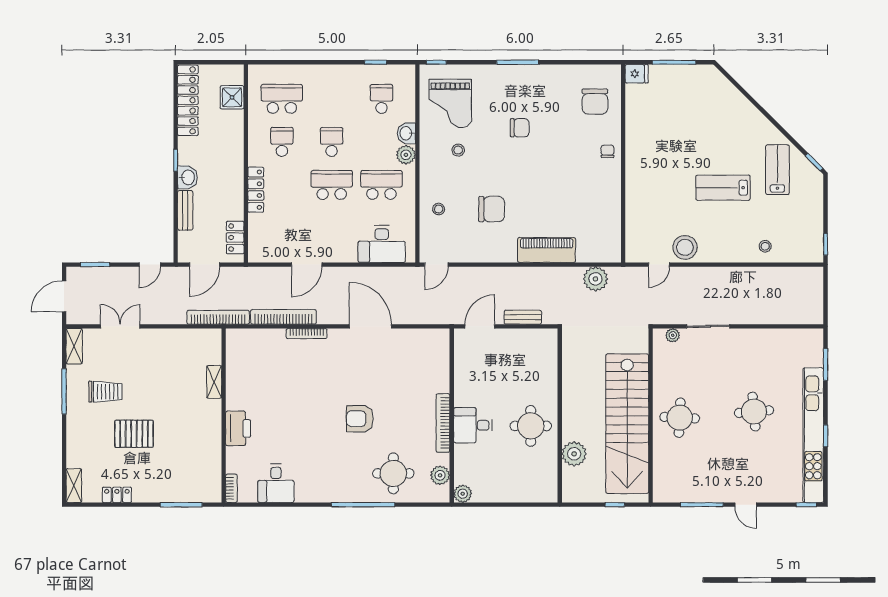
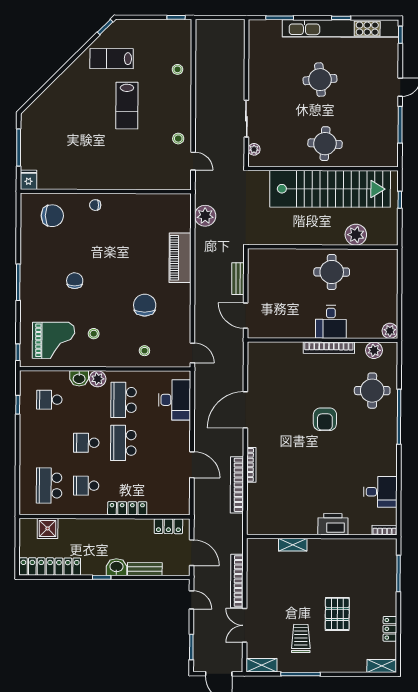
stool: (685, 247) -> (178, 139), width x0.53, depth x0.53
bookcase: (218, 317) -> (237, 581), moved

